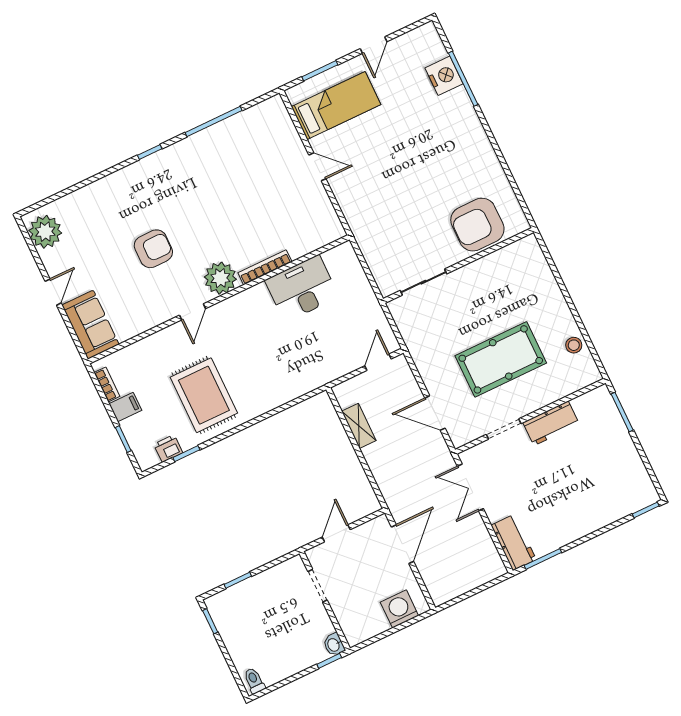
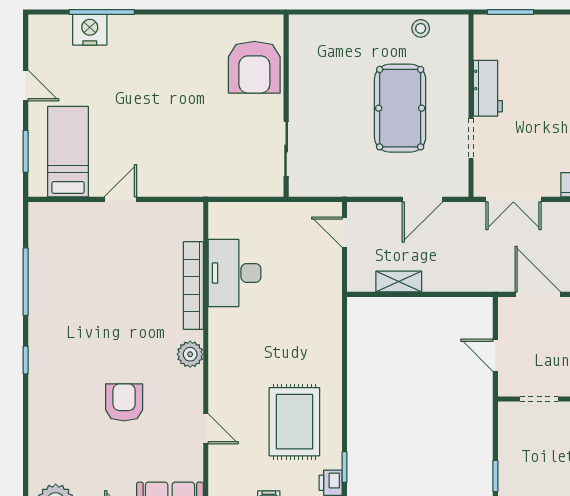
bookcase: (265, 267) -> (193, 286), width x1.48, depth x1.31
plant: (220, 278) -> (190, 354), width x0.73, depth x0.73
door: (192, 312) -> (206, 429), moved
rug: (204, 395) -> (294, 422), turned 90

